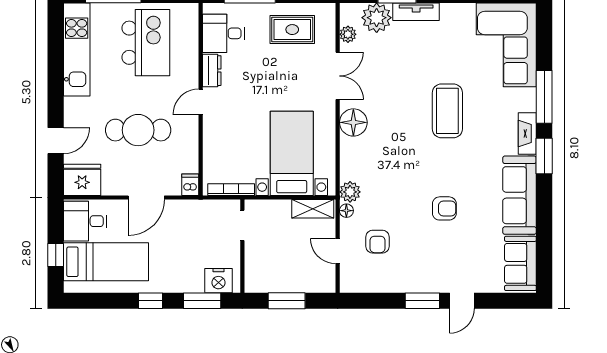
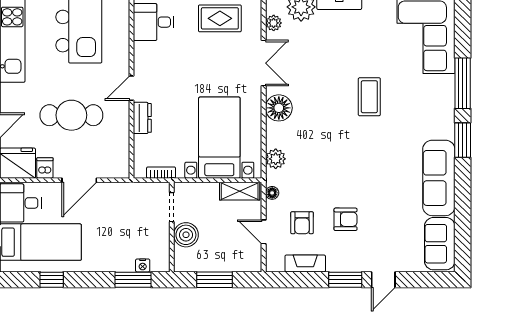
dresser: (212, 71) -> (142, 118), moved
coffee table: (447, 111) -> (369, 97), width x0.73, depth x0.76
fireplace: (527, 133) -> (305, 263), moved, turned 90
dishwasher: (190, 185) -> (45, 168), moved
bookcase: (231, 190) -> (161, 173), width x0.64
plant: (350, 192) -> (276, 159), moved
armchair: (444, 208) -> (346, 219), moved
boiler: (257, 254) -> (186, 235), added
nightstand: (218, 281) -> (143, 265), width x0.53, depth x0.56
window: (151, 301) -> (52, 280), moved

